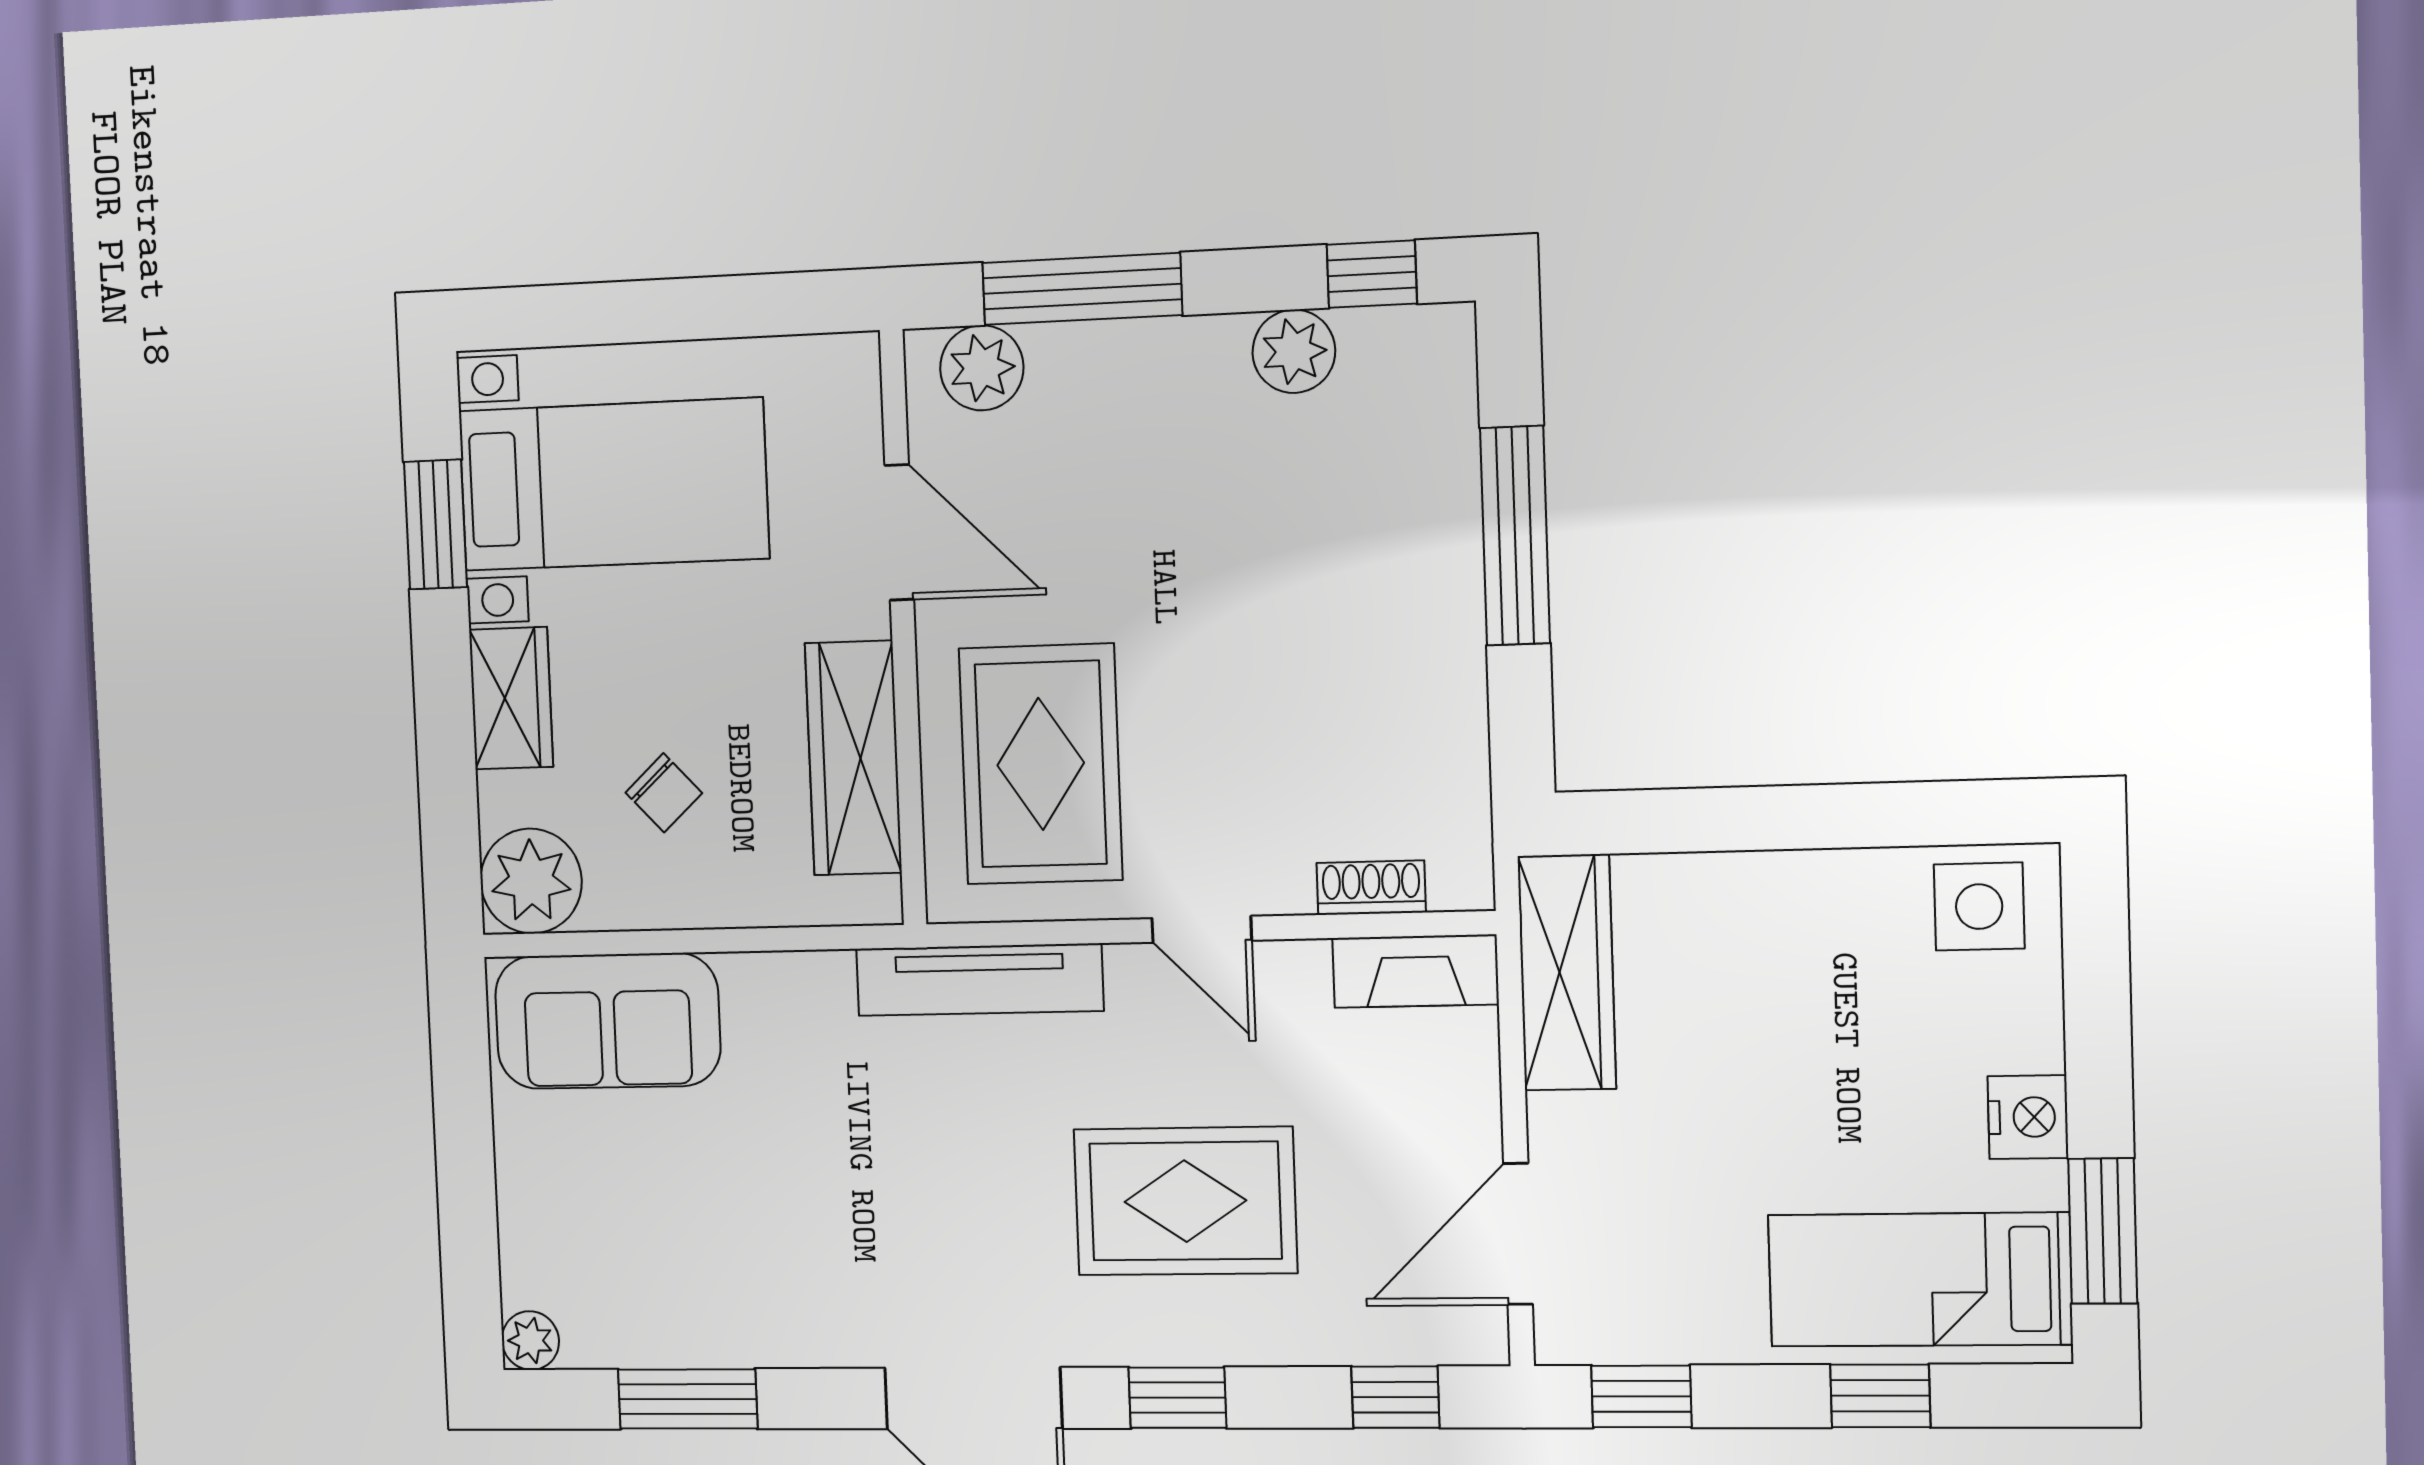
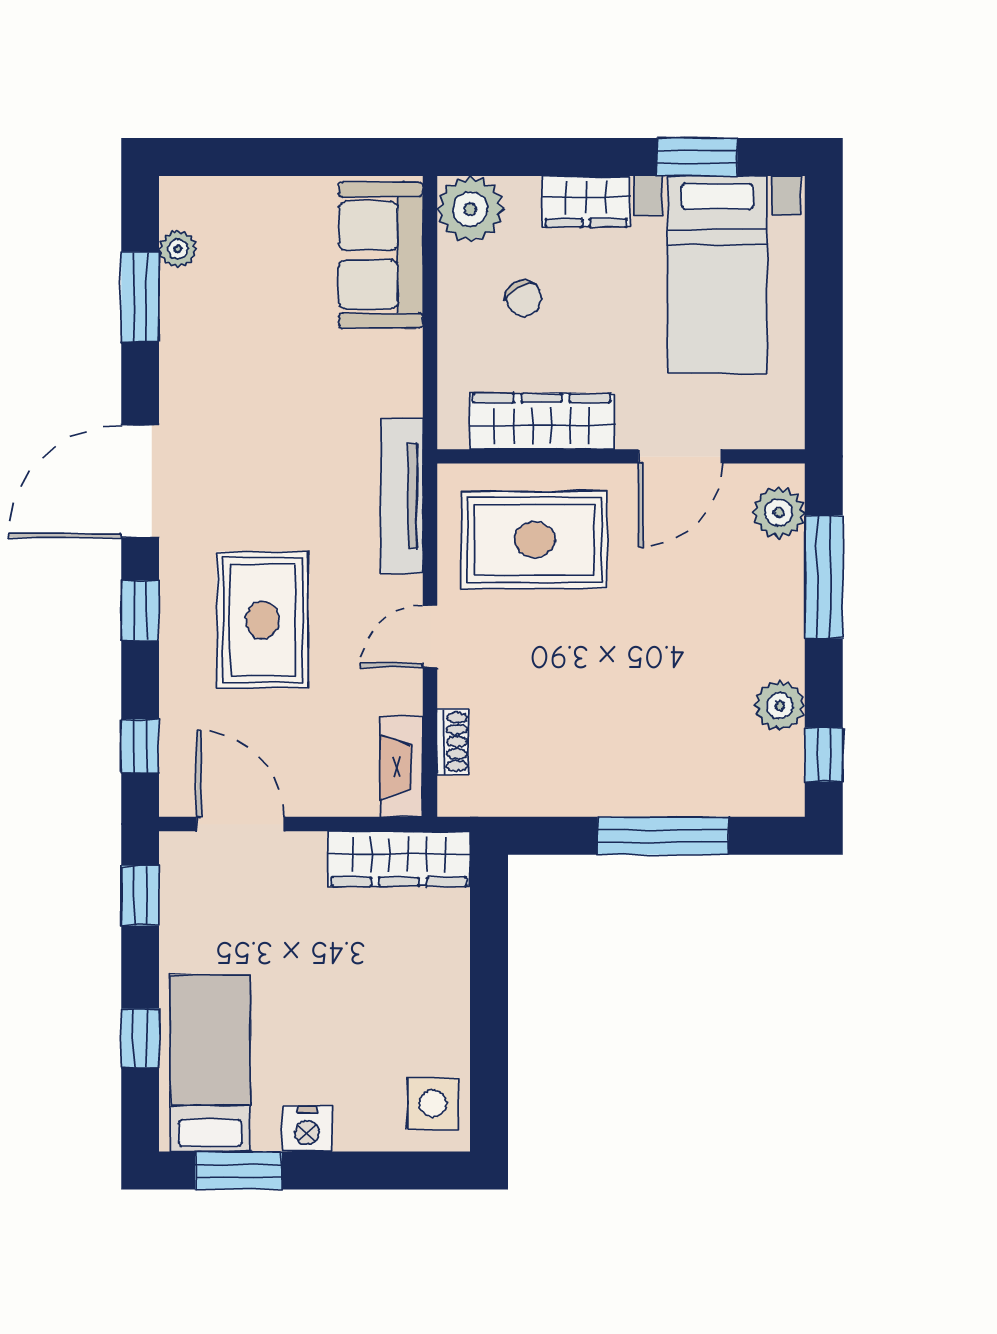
chair: (664, 793) -> (524, 298), turned -77
plant: (530, 1341) -> (178, 249), moved

